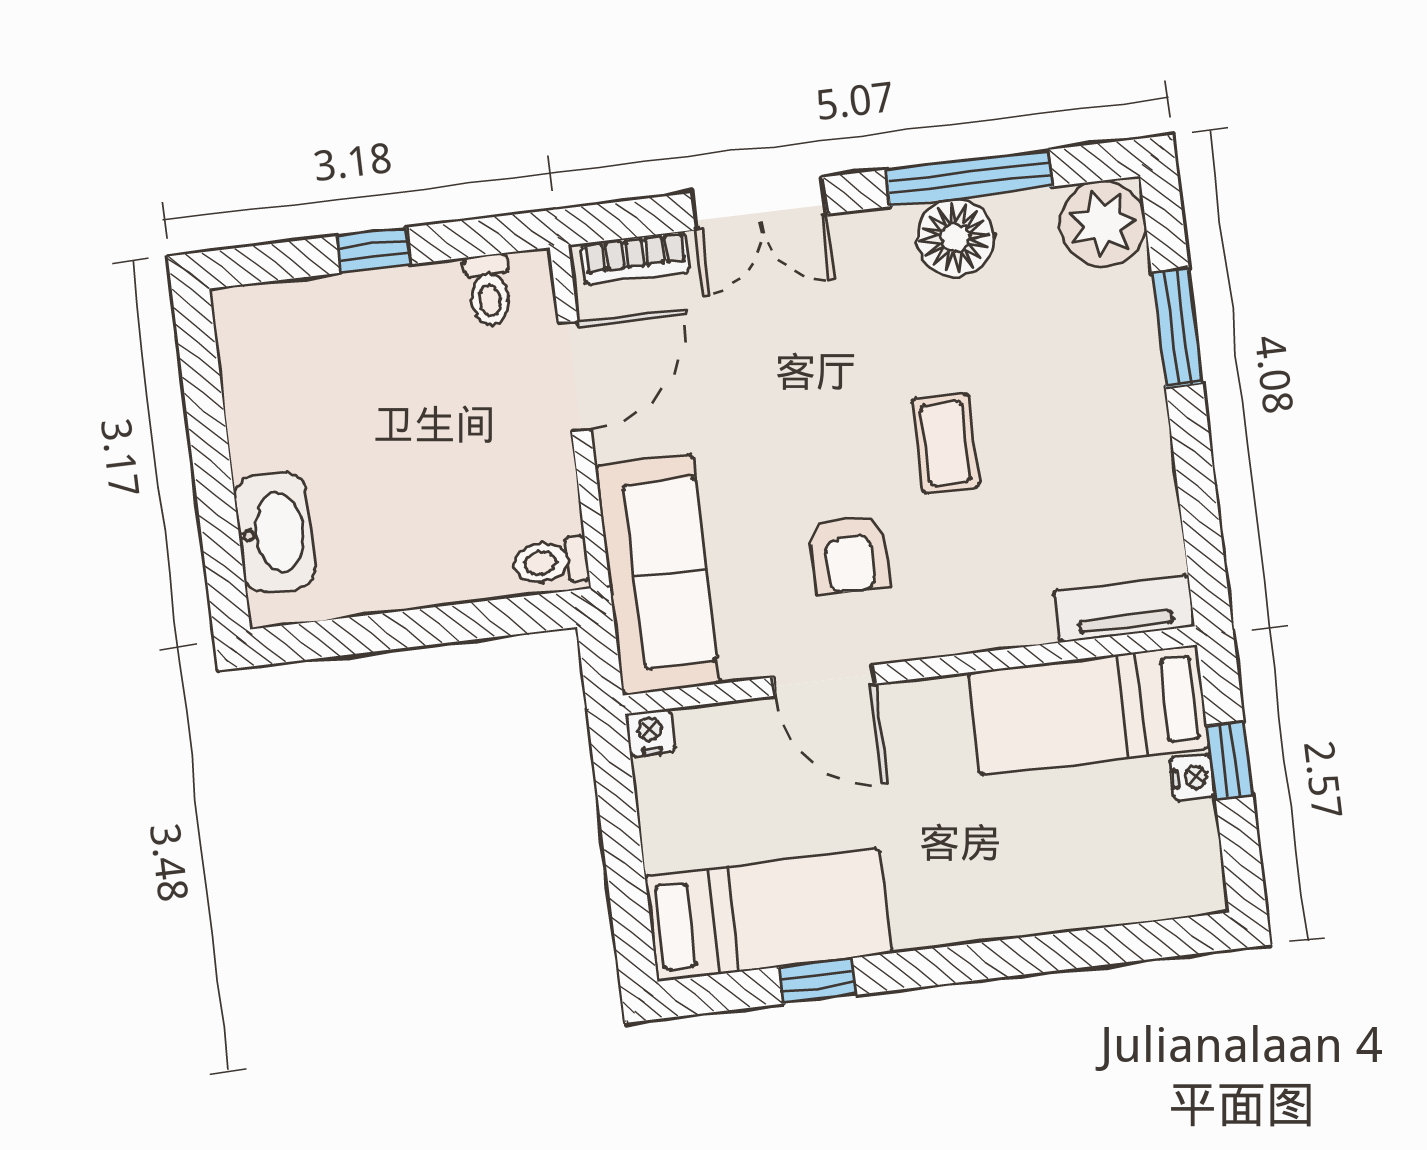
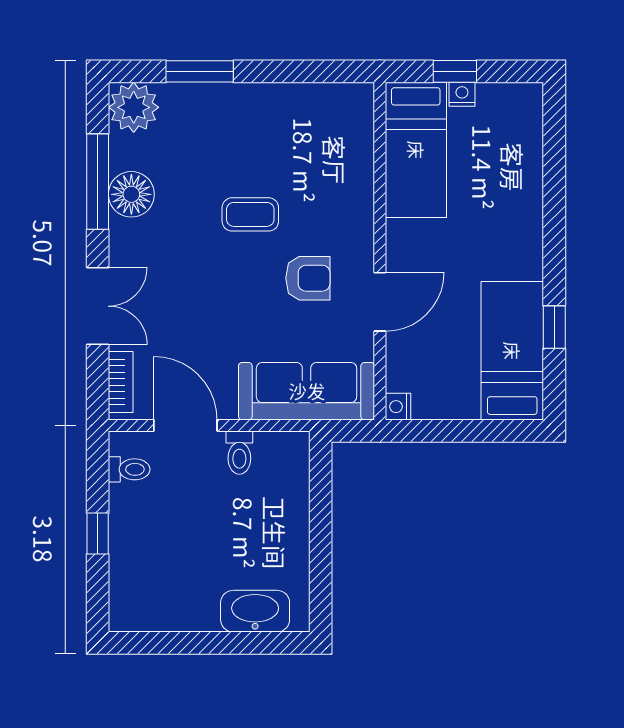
toilet: (550, 562) -> (239, 453), moved
tv unit: (1124, 609) -> (359, 122), removed

